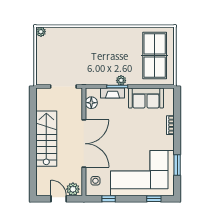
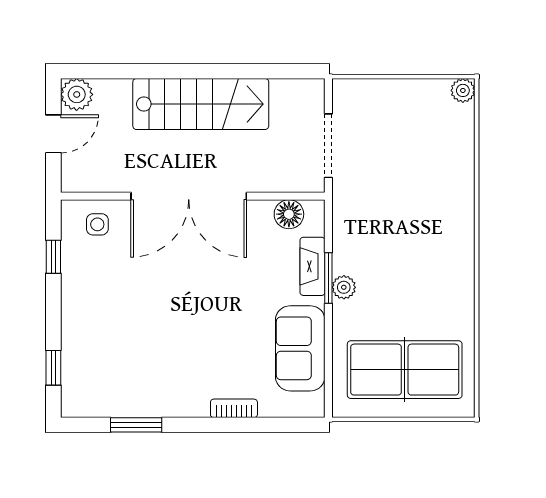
corner sofa: (142, 173) -> (116, 340), removed
plant: (73, 189) -> (77, 94), moved

